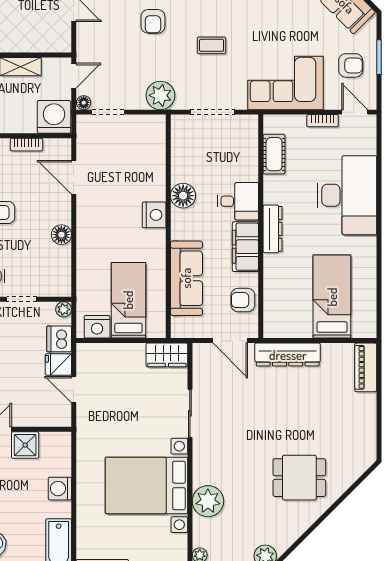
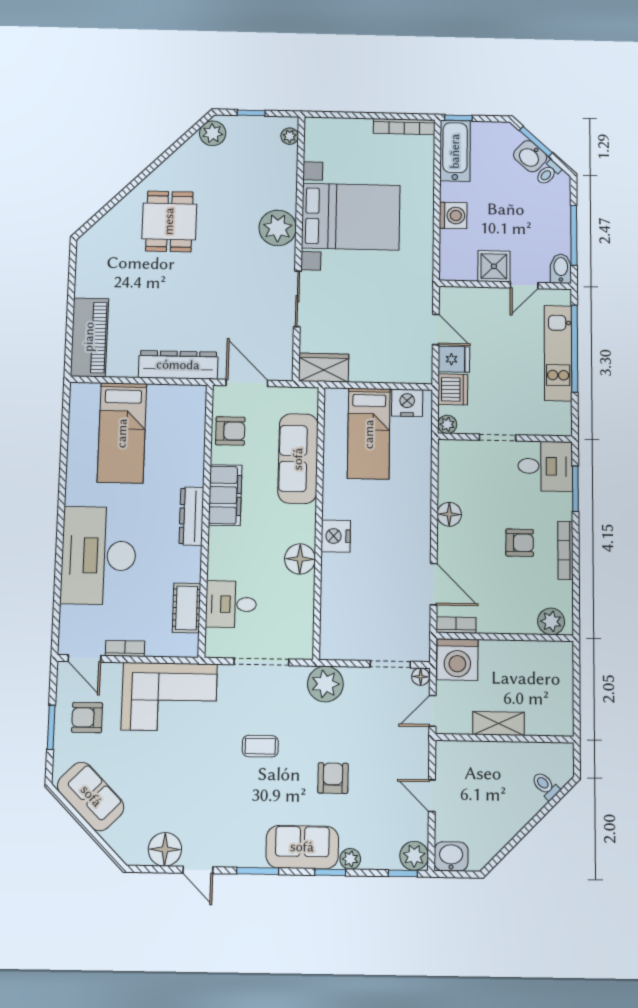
bookcase: (26, 145) -> (456, 625), moved
desk: (238, 201) -> (231, 604), moved
piano: (366, 367) -> (89, 337), width x1.37, depth x1.33
dining table: (299, 478) -> (169, 221), turned 90
plant: (208, 501) -> (278, 228), moved

